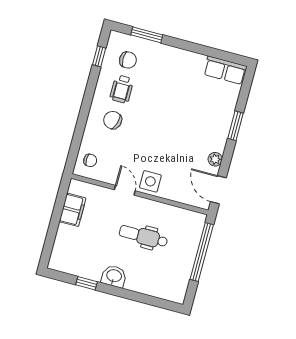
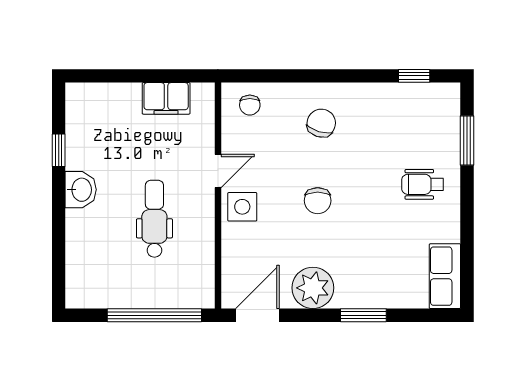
chair: (128, 60) -> (318, 201), moved
wheelchair: (122, 89) -> (423, 184), moved
plant: (215, 159) -> (313, 288), width x1.87, depth x1.87

